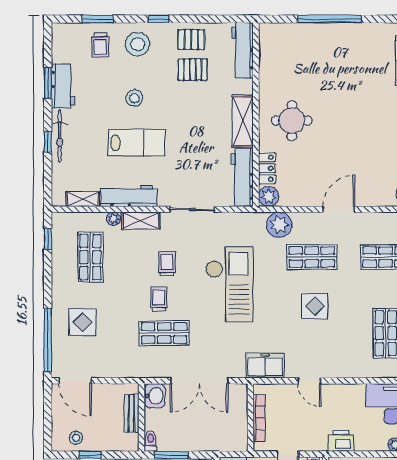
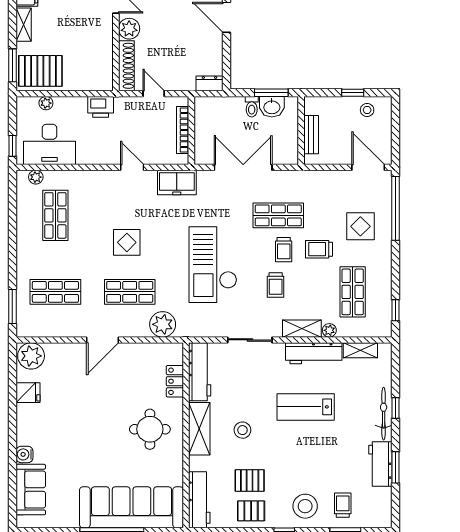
sofa: (310, 43) -> (132, 507), added
stool: (134, 98) -> (242, 430), moved
plant: (269, 196) -> (173, 353), removed
trolley: (124, 300) -> (319, 249), added
washbasin: (155, 396) -> (272, 107), moved, turned -90
toilet: (151, 441) -> (252, 107), moved

